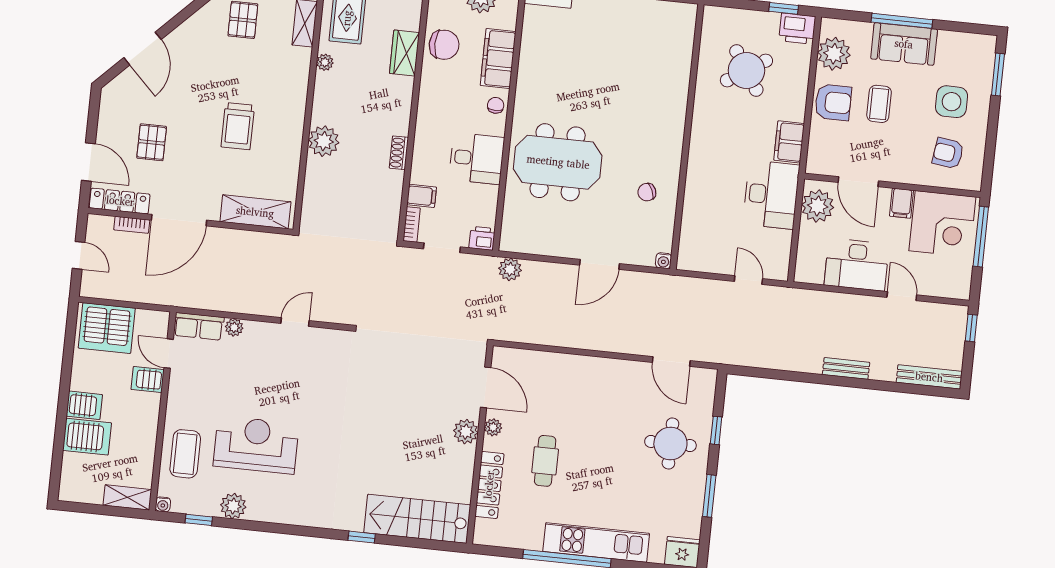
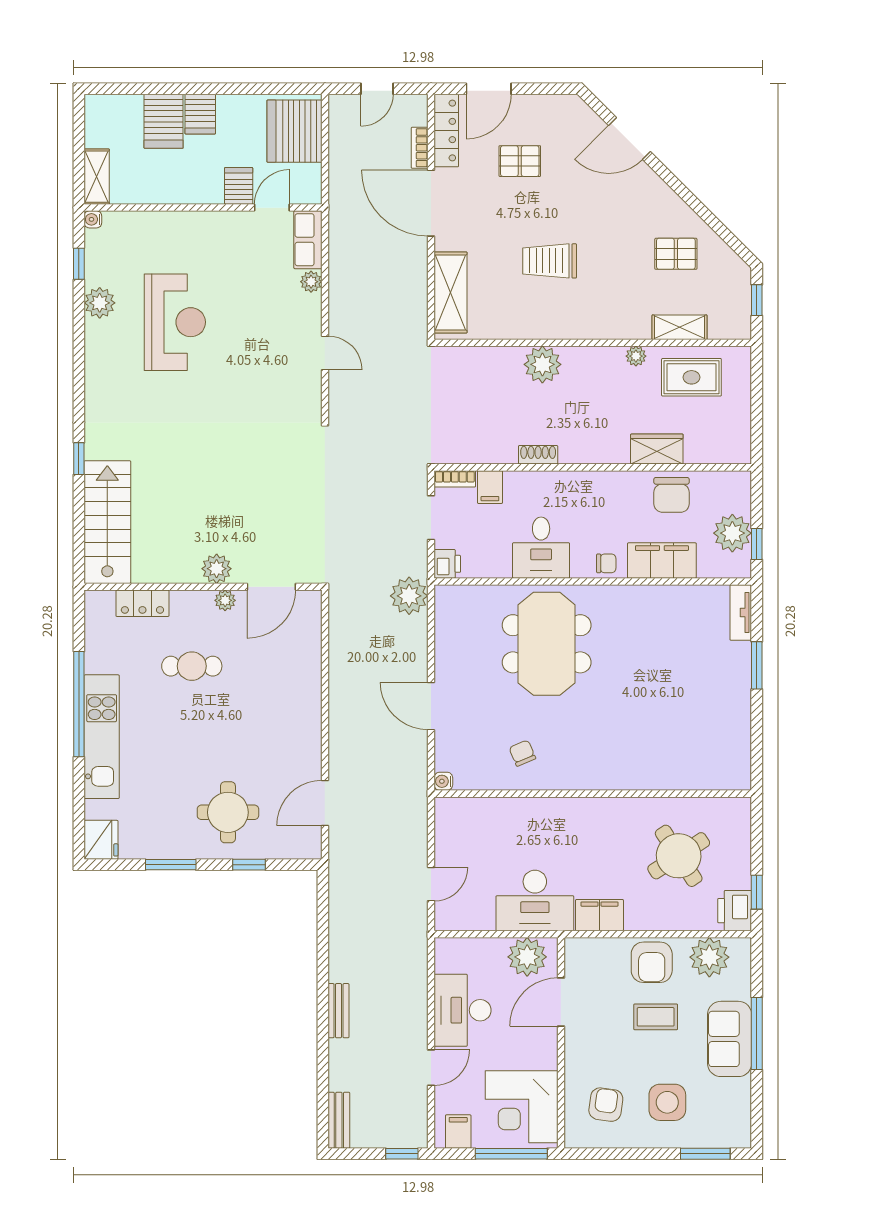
filing cabinet: (902, 203) -> (458, 1132), moved, turned 90
plant: (510, 269) -> (409, 596), width x1.36, depth x1.36
bench: (929, 377) -> (339, 1120), width x0.73
coffee table: (185, 454) -> (155, 239), removed
locker: (489, 485) -> (142, 603), width x0.66

